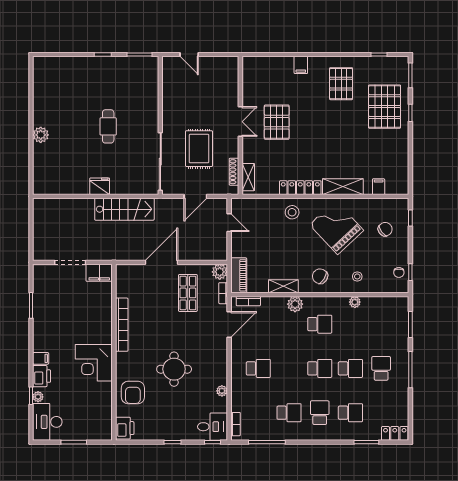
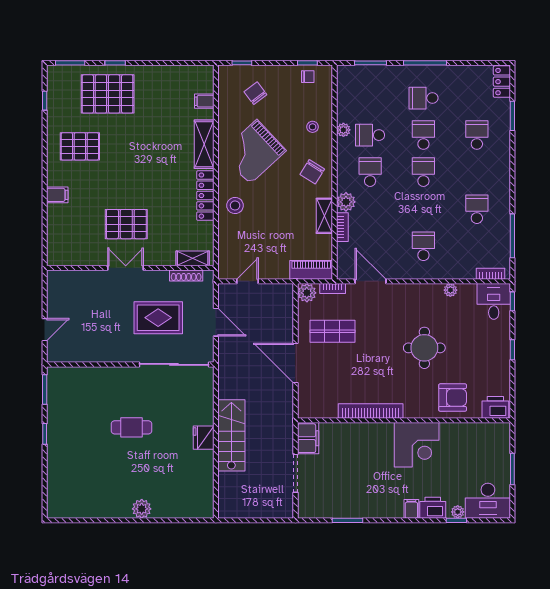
stairs: (124, 209) -> (231, 435), moved
bookcase: (248, 301) -> (342, 227), moved
school desk: (320, 413) -> (370, 135), moved

